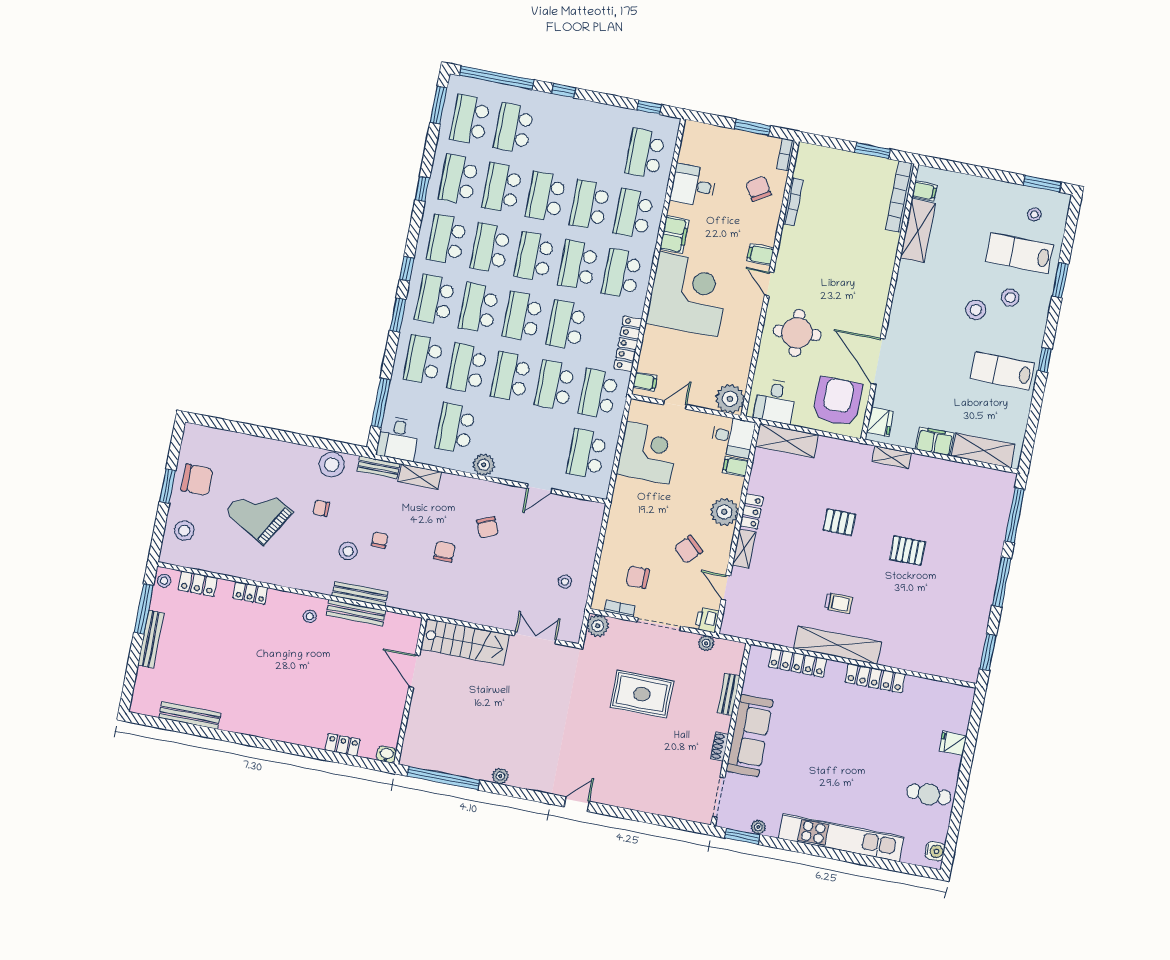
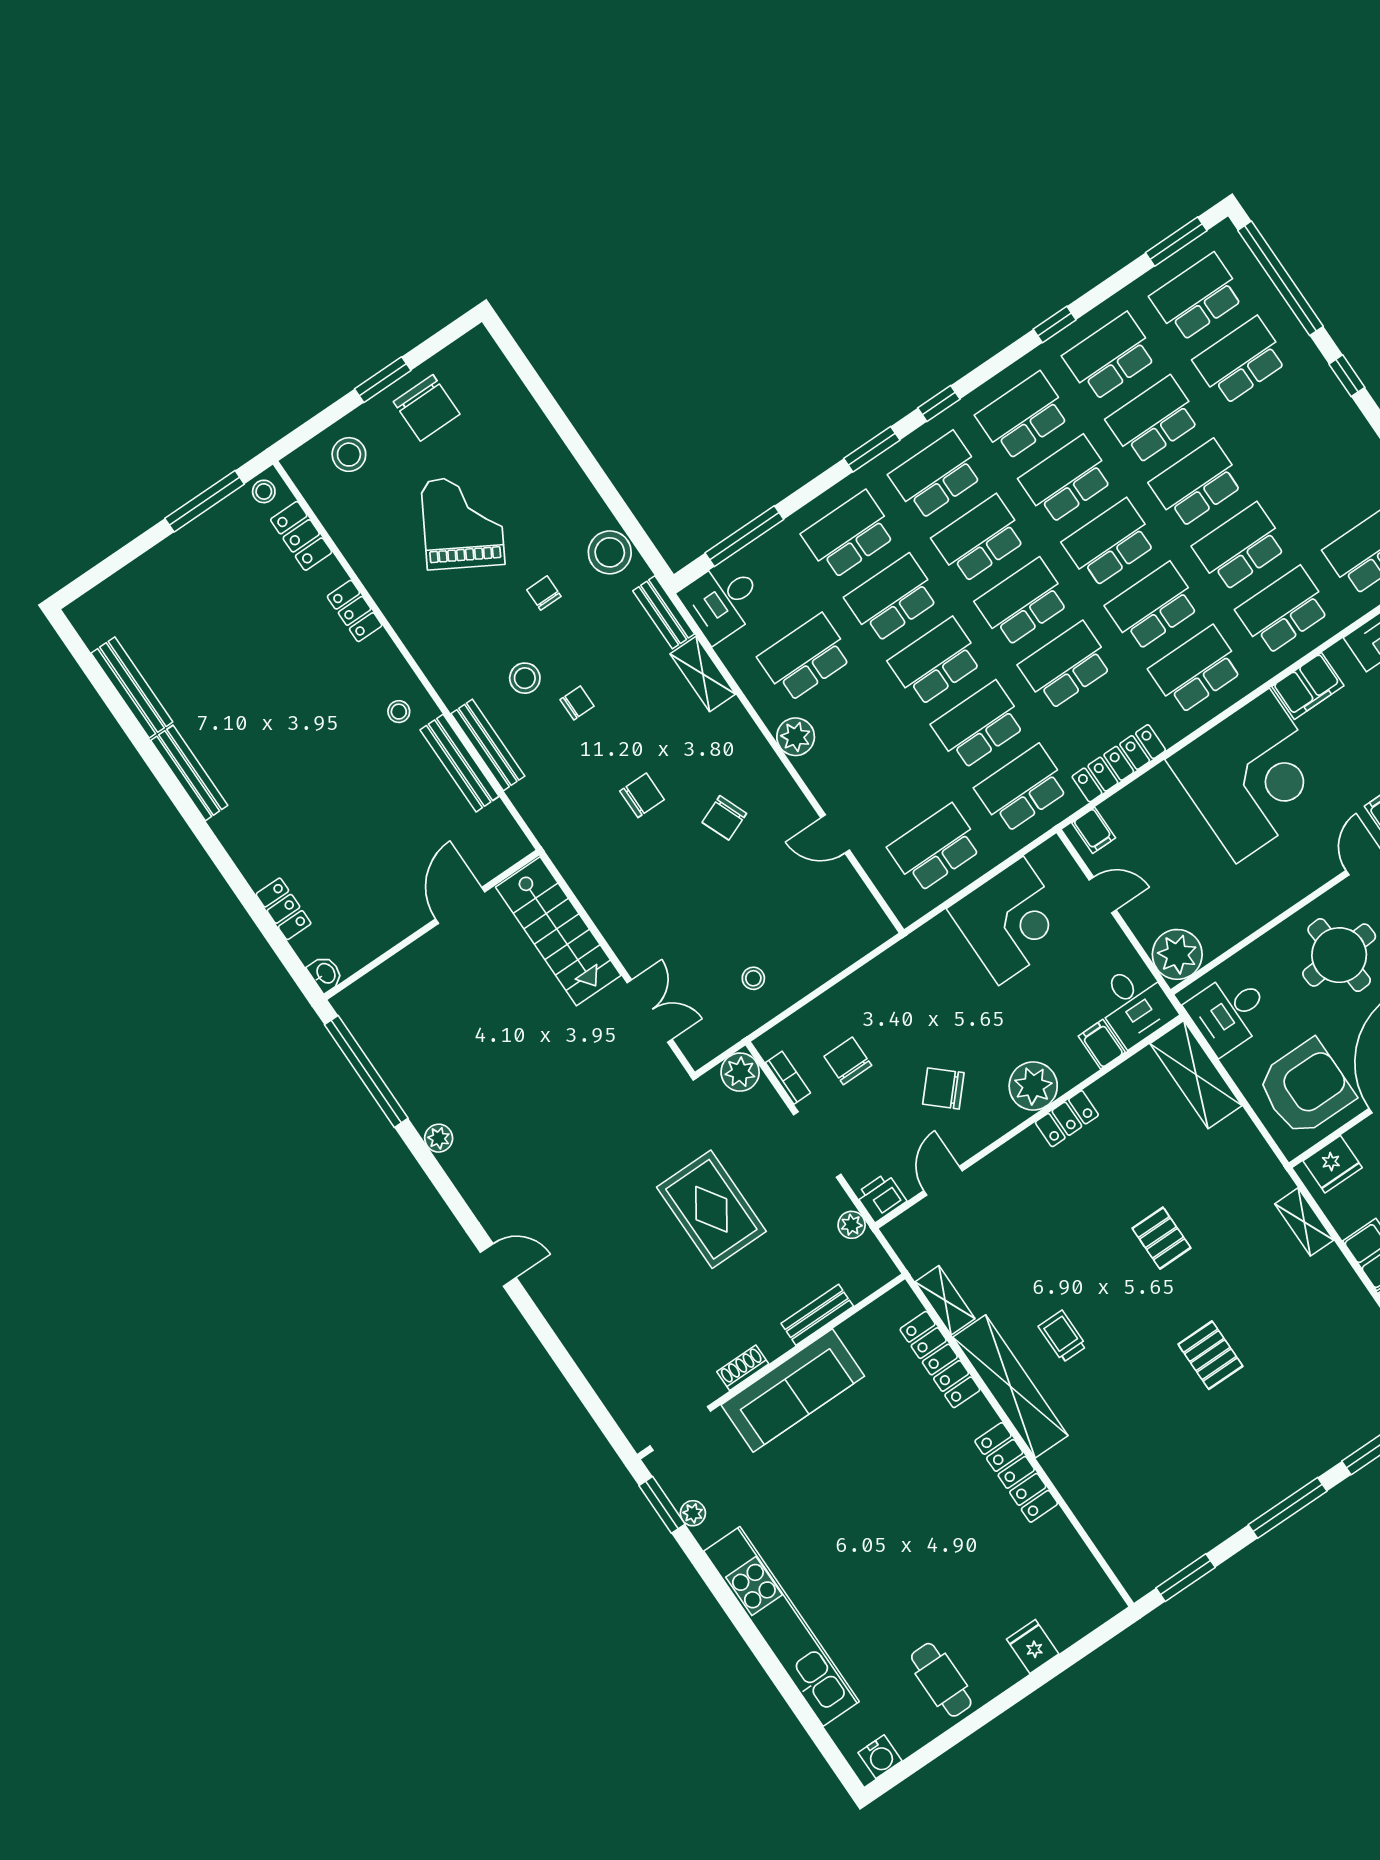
shelving: (744, 549) -> (945, 1300), moved, turned 90
trolley: (839, 603) -> (1062, 1336), turned 180
bench: (151, 639) -> (189, 773), moved, turned 90

